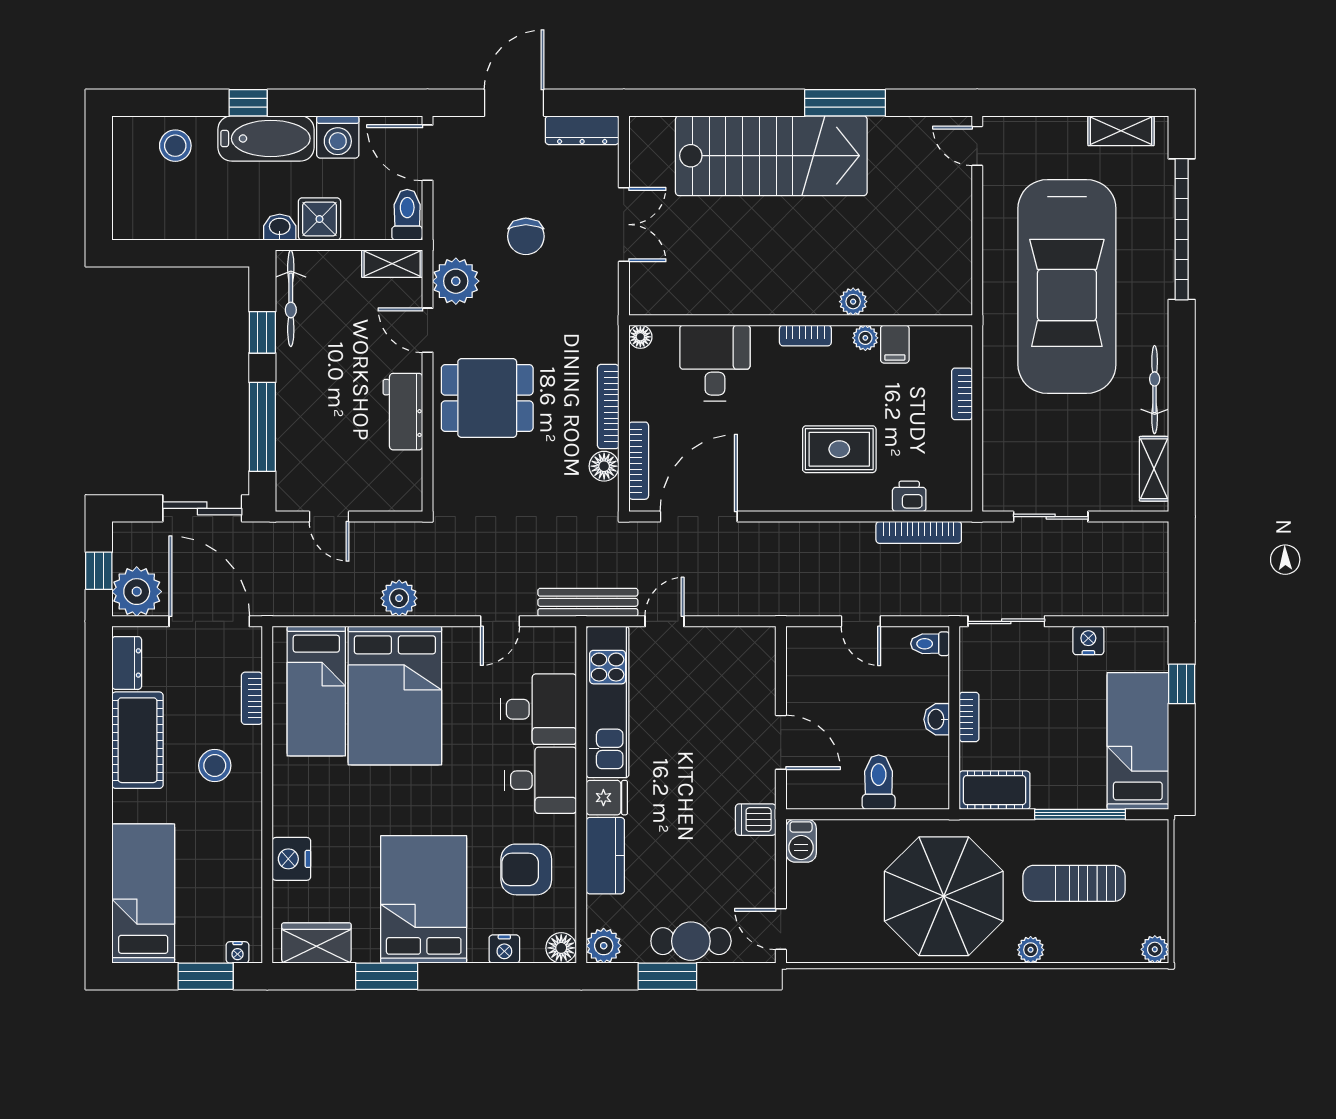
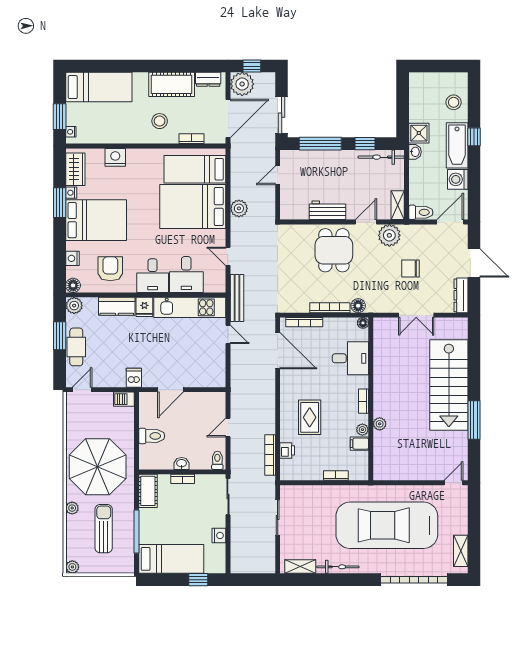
shower: (319, 219) -> (419, 133), moved
floor lamp: (604, 466) -> (358, 306), moved
nightstand: (366, 952) -> (71, 193), added

